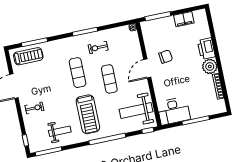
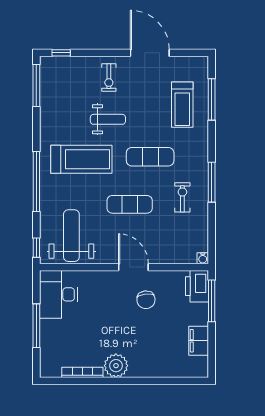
printer: (206, 49) -> (197, 286), moved, turned -90
treadmill: (28, 56) -> (182, 105), moved
treadmill: (88, 114) -> (81, 159), turned 180
weight bench: (60, 131) -> (108, 119), moved, turned -90

